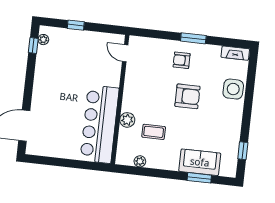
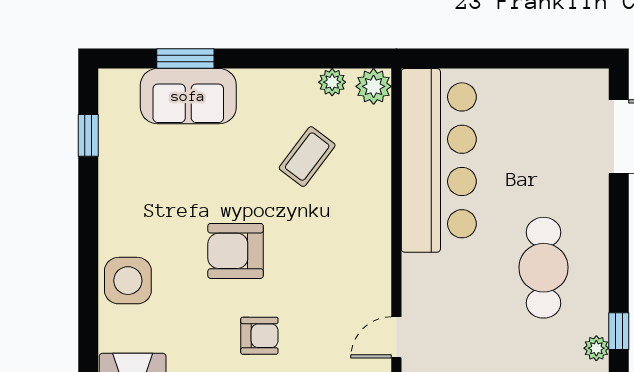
door: (125, 53) -> (396, 337), swing flipped
cafe table: (61, 75) -> (544, 268), added
plant: (127, 120) -> (374, 86), moved
coffee table: (154, 132) -> (307, 157), turned -53

